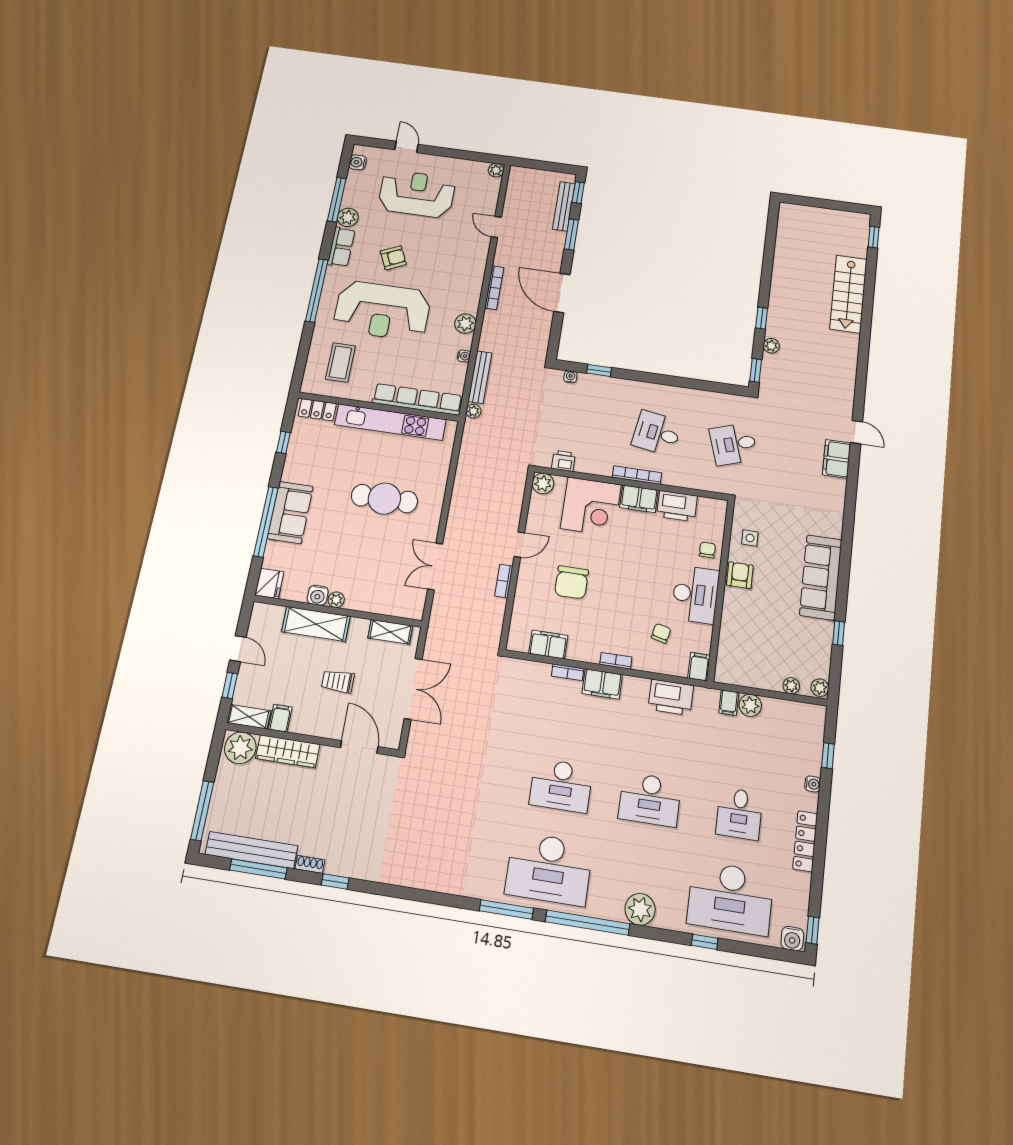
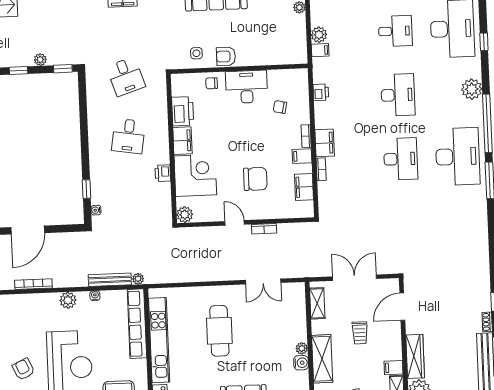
printer: (563, 461) -> (163, 173), moved
bookcase: (637, 475) -> (164, 145), removed
filing cabinet: (699, 667) -> (302, 156), moved
printer: (671, 697) -> (321, 92), width x0.53, depth x0.68

